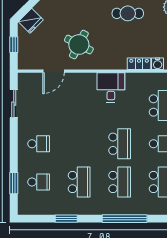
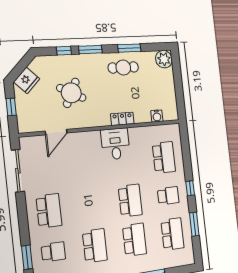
round table: (79, 45) -> (71, 93), moved
locker: (139, 64) -> (122, 119), moved
sliding door: (14, 104) -> (18, 171), width x1.37
school desk: (39, 144) -> (49, 211), width x1.85

